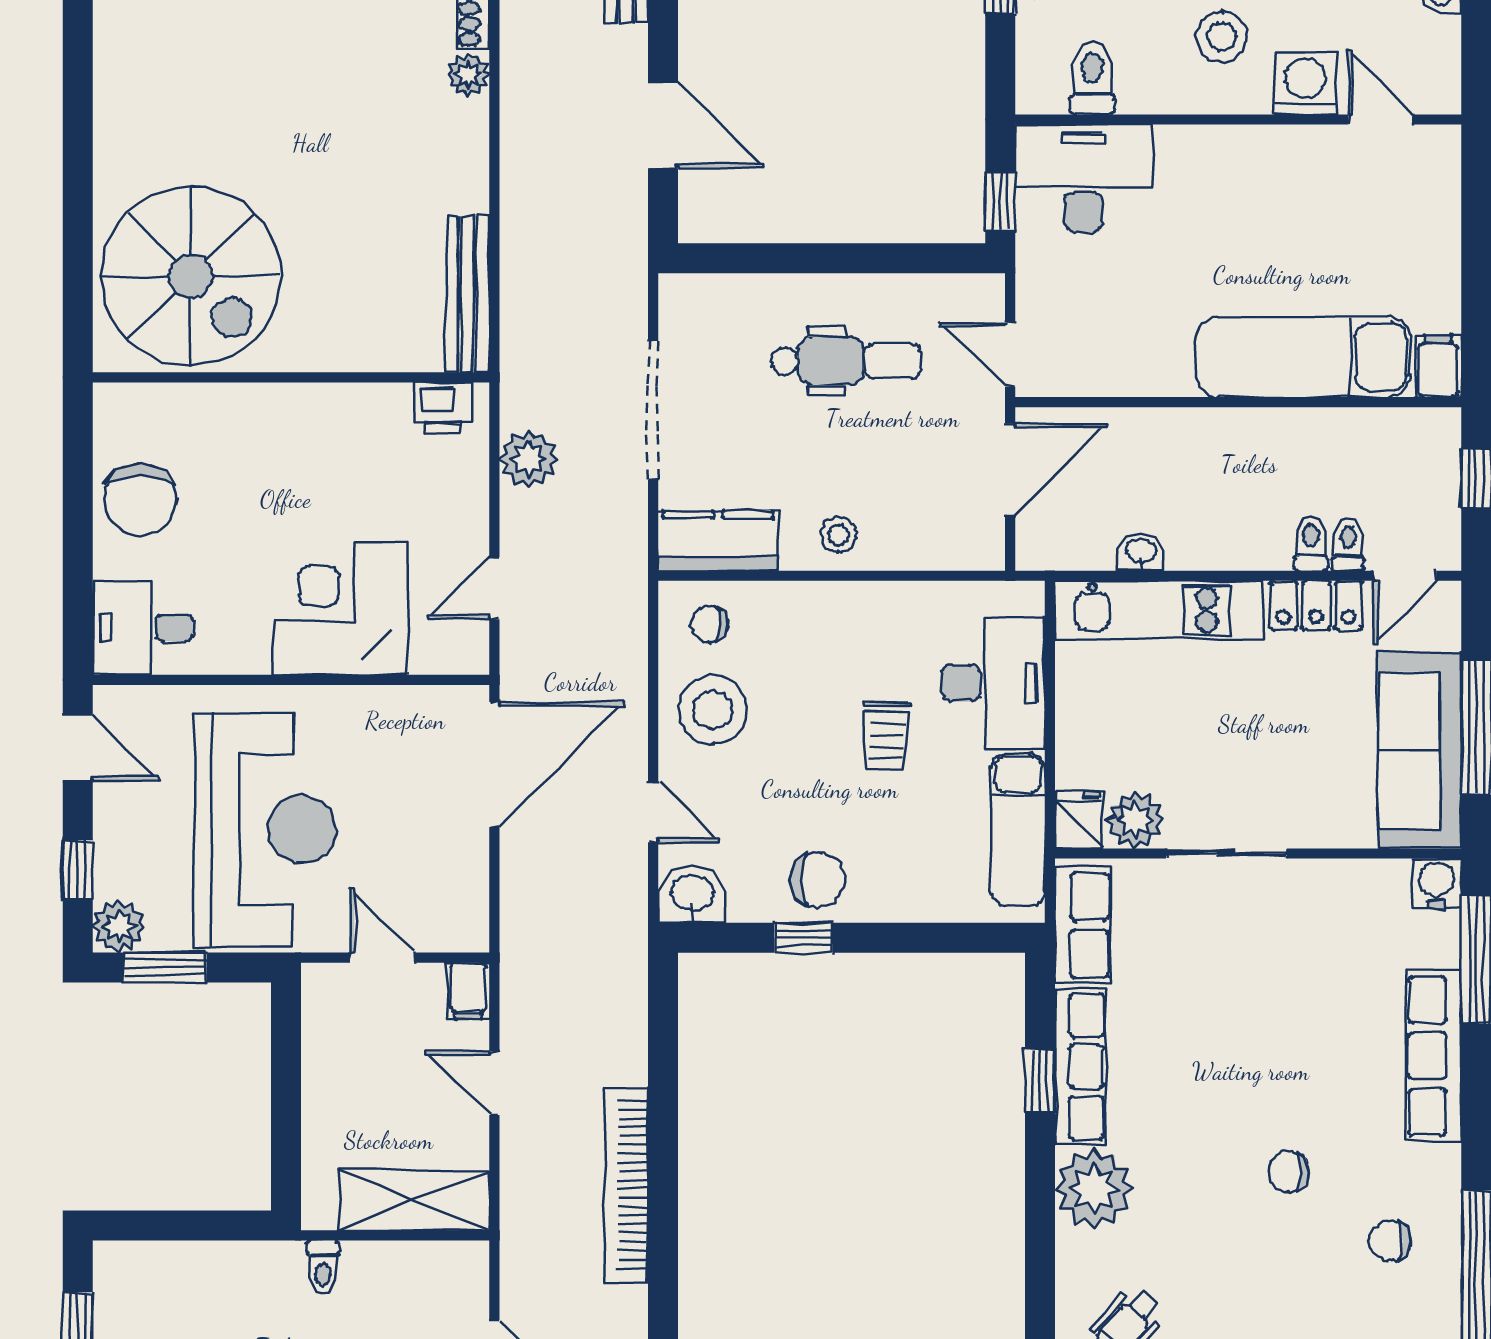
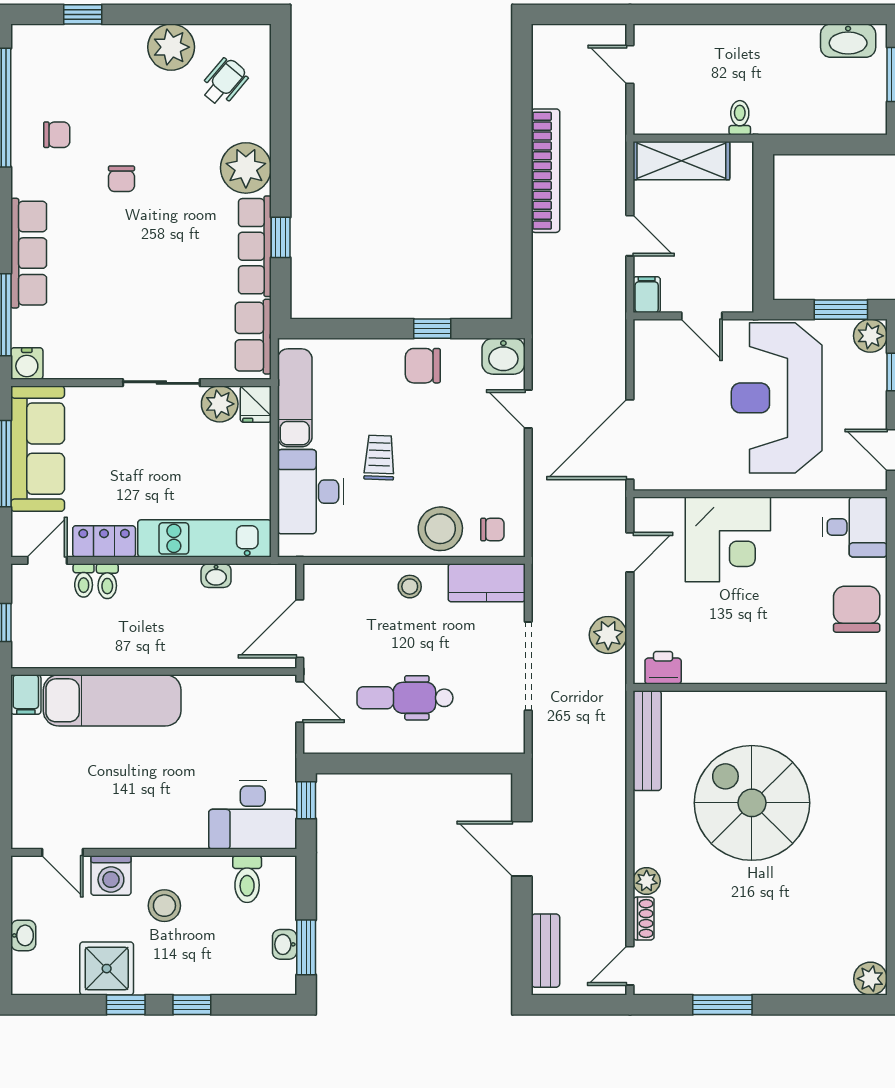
spiral stairs: (191, 276) -> (752, 803), moved
stool: (713, 710) -> (440, 529), moved
chair: (1289, 1172) -> (121, 179), turned 90

